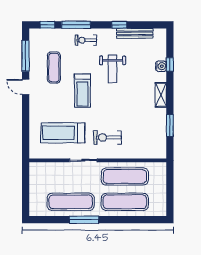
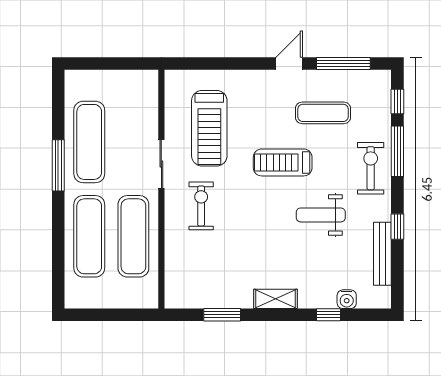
exercise bike: (86, 40) -> (371, 168), width x1.38, depth x1.39
water cooler: (161, 66) -> (347, 299), moved
treadmill: (63, 133) -> (209, 128), turned 180

